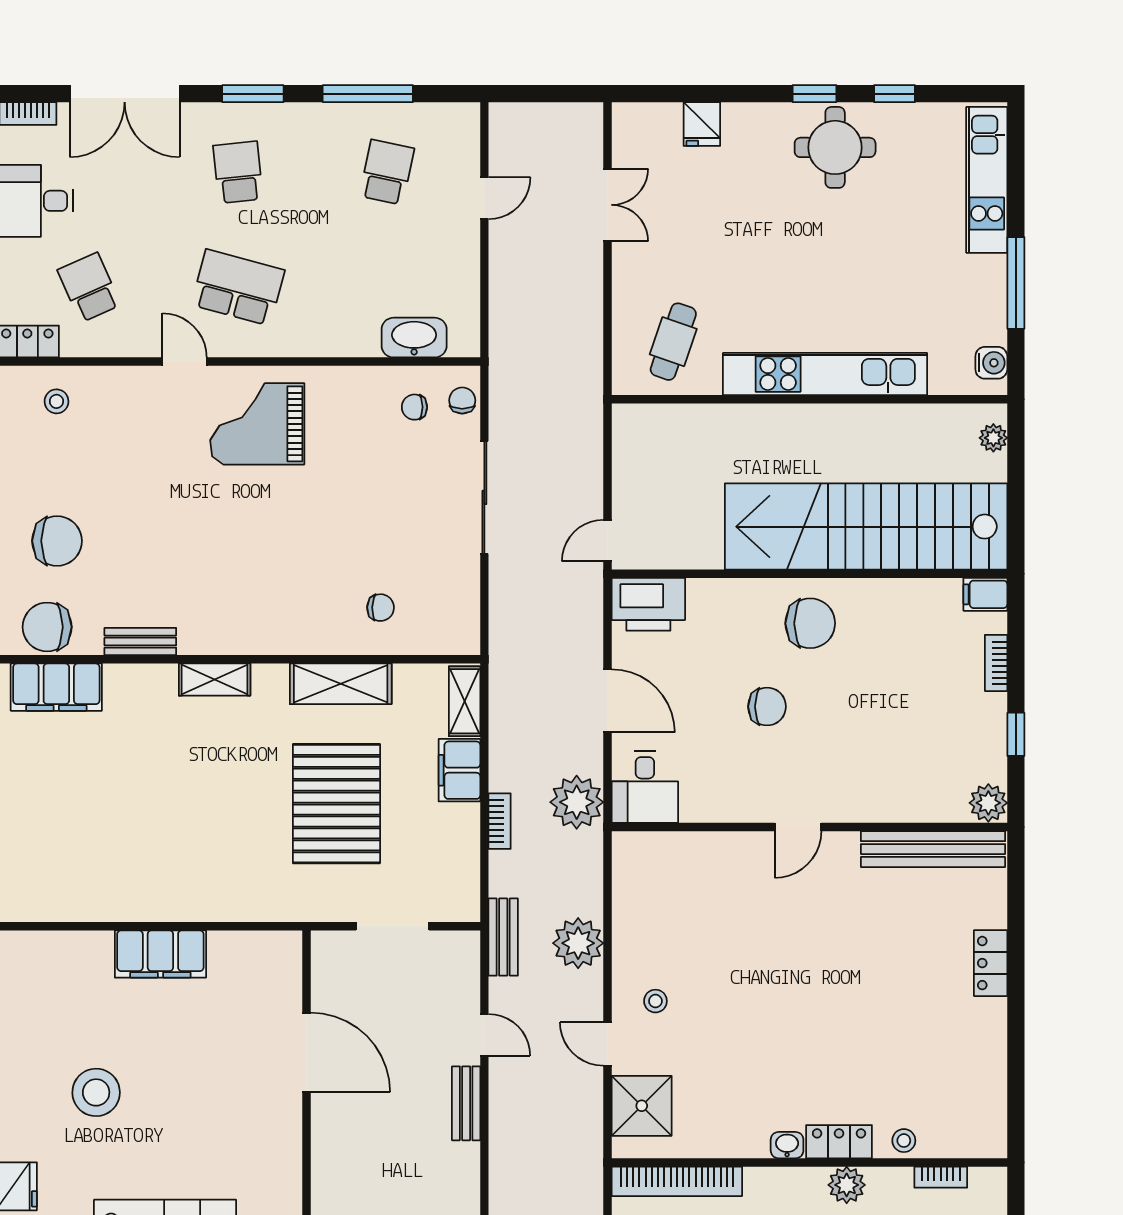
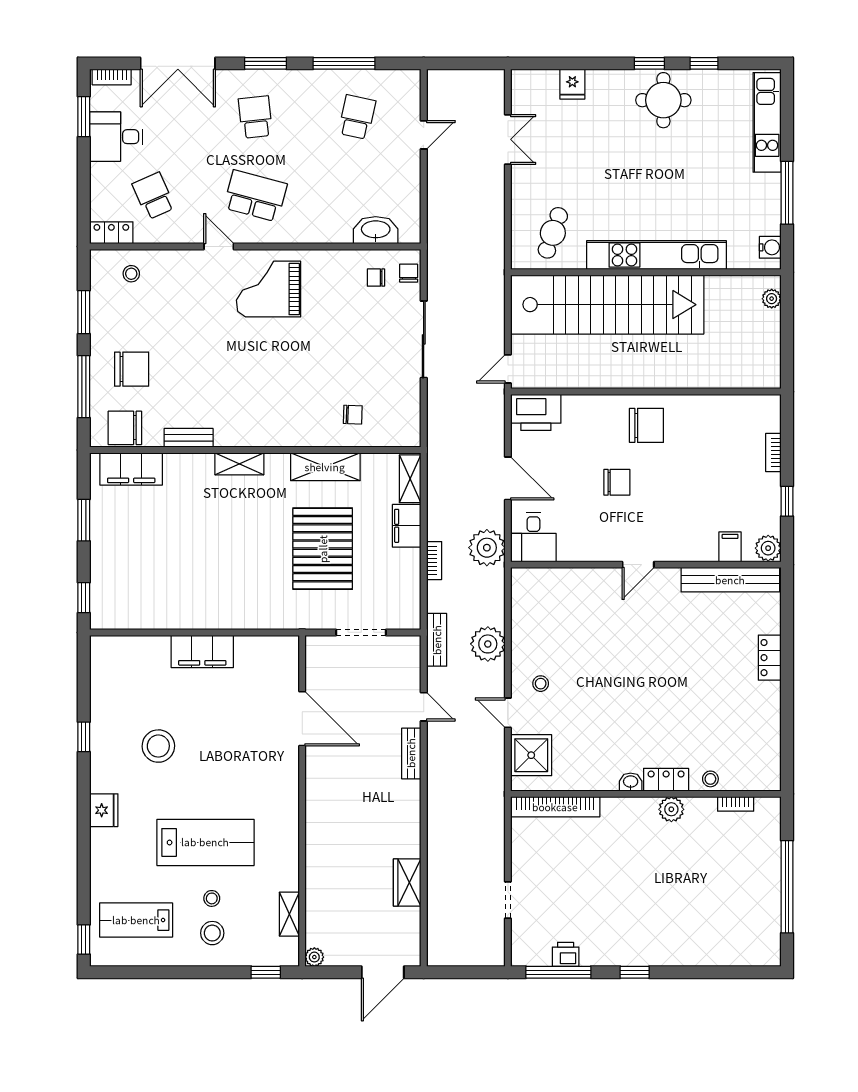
stairs: (866, 527) -> (607, 305), moved, turned 180
filing cabinet: (985, 594) -> (730, 547), moved, turned 90

